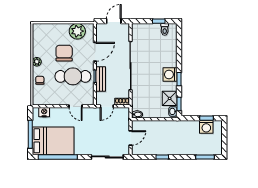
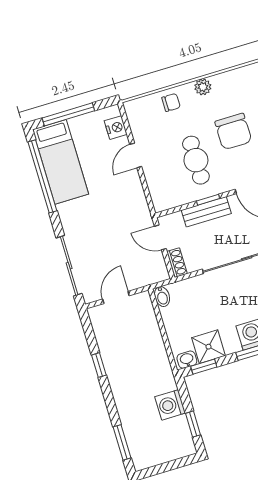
chair: (64, 53) -> (233, 131), turned 90
cafe table: (73, 76) -> (196, 160), width x0.73, depth x0.74
door: (75, 106) -> (136, 155), moved
washing machine: (206, 127) -> (170, 405), moved
door: (130, 138) -> (116, 297), swing flipped
bed: (53, 141) -> (61, 162), width x0.67

